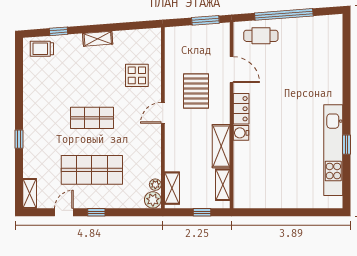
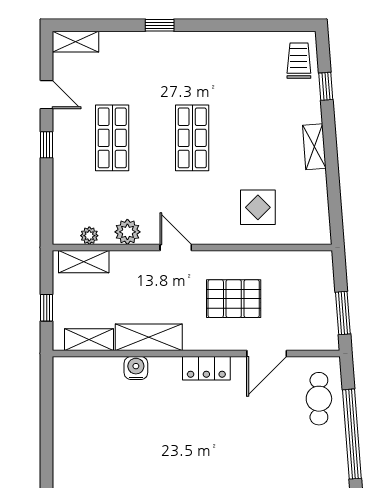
door: (163, 113) -> (176, 247), moved
water cooler: (241, 133) -> (136, 368), moved
shop shelf: (92, 170) -> (112, 138), width x0.70, depth x0.74
plant: (153, 200) -> (127, 232), moved

